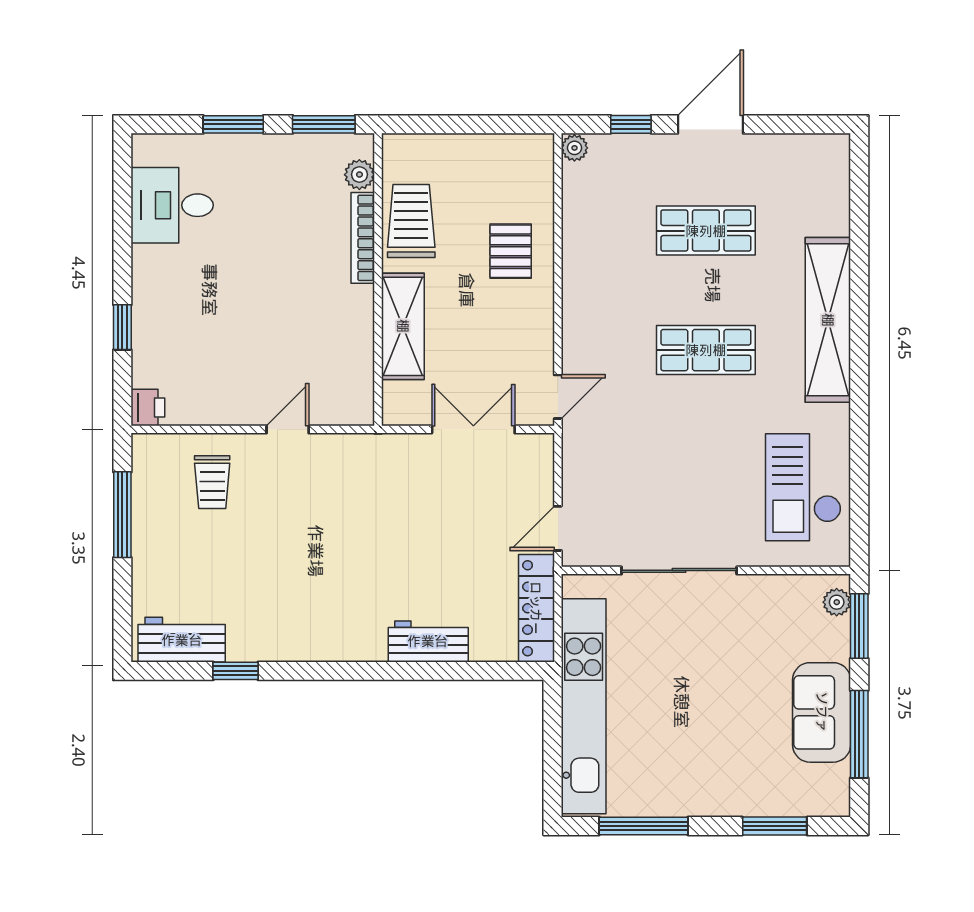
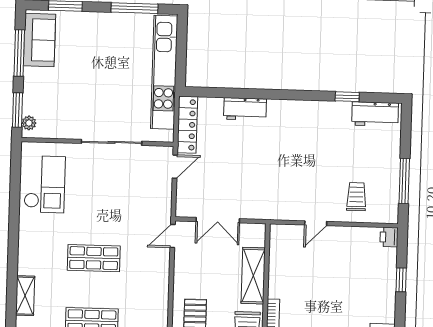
shelving: (828, 320) -> (25, 296), width x0.45, depth x0.75
sofa: (822, 712) -> (40, 40), moved

